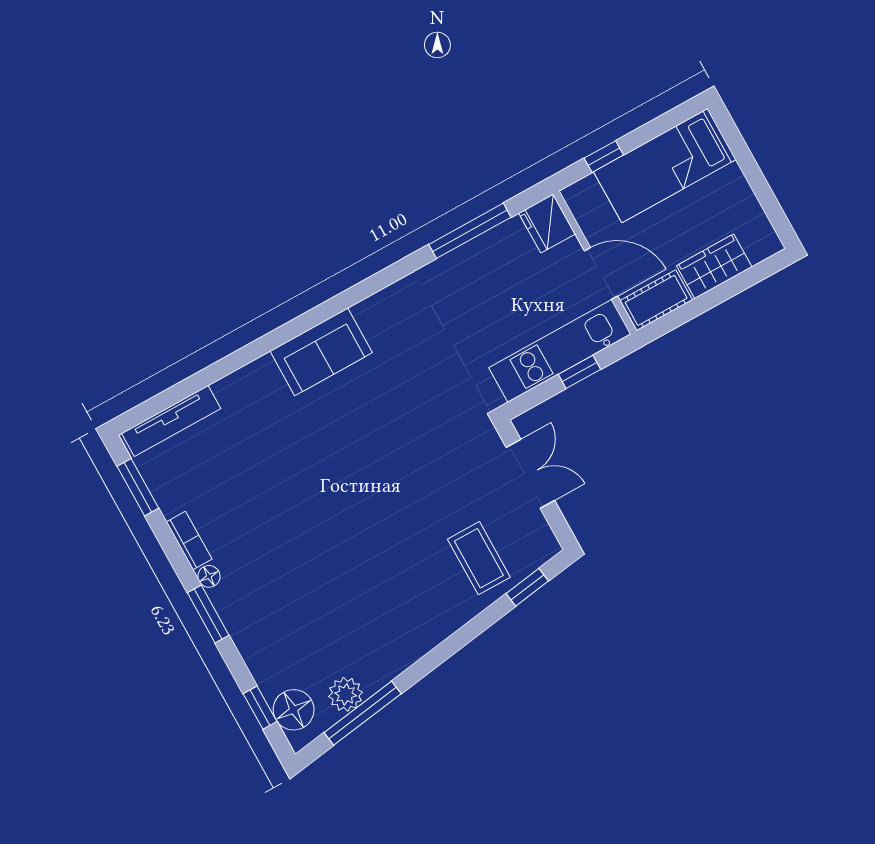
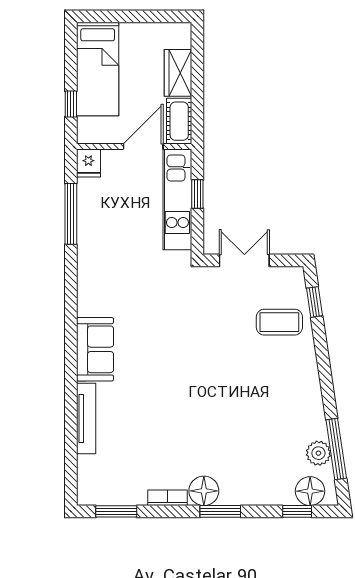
fridge: (547, 224) -> (88, 163), width x0.72
tv unit: (171, 421) -> (86, 418), moved
floor lamp: (209, 576) -> (204, 491), width x1.89, depth x1.89

